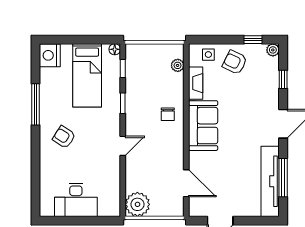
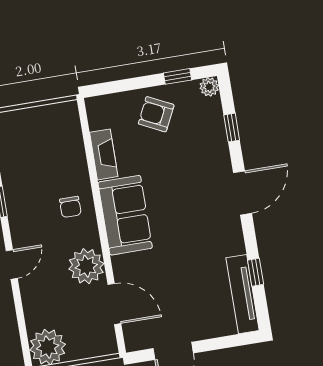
side table: (208, 55) -> (115, 109), removed
plant: (178, 65) -> (86, 266), moved, width x1.87, depth x1.87
window: (283, 178) -> (256, 272), width x0.46
tv unit: (270, 181) -> (243, 294), width x0.73, depth x0.78

